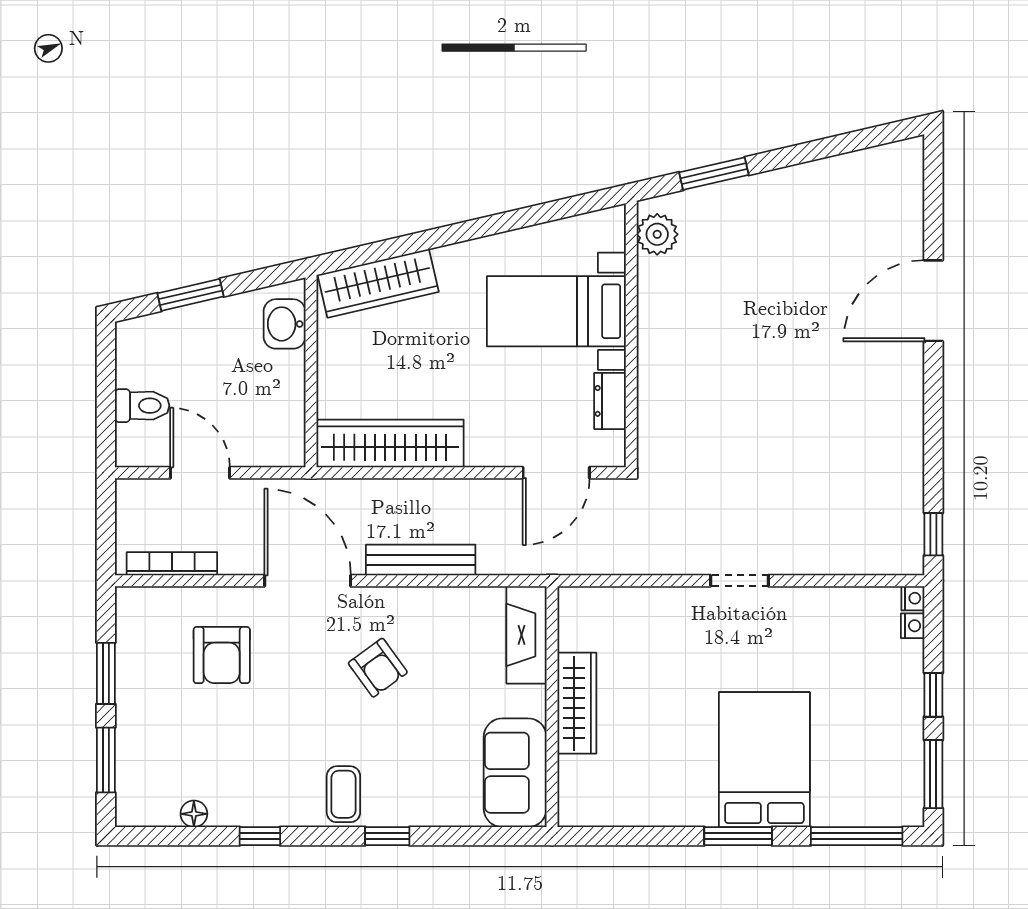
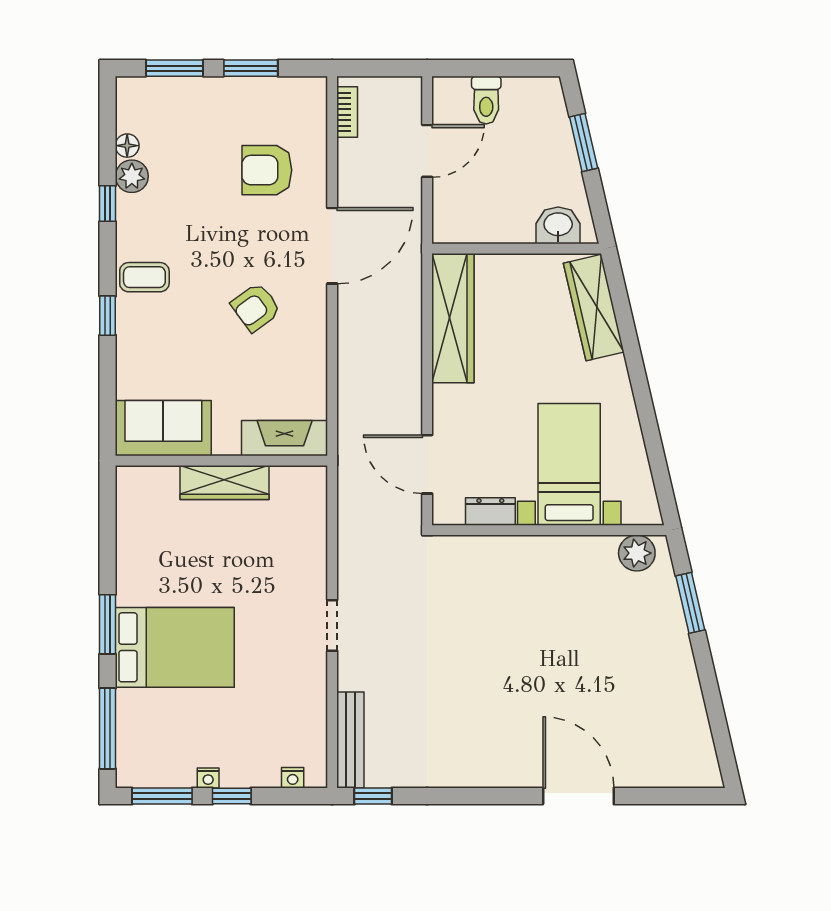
bench: (421, 560) -> (350, 740), moved
bookcase: (172, 564) -> (347, 112), width x0.64
nightstand: (913, 598) -> (208, 778), moved
plant: (229, 809) -> (132, 176), added

